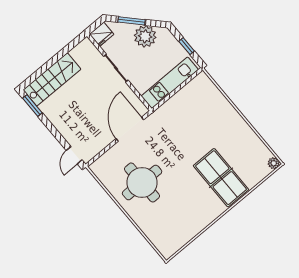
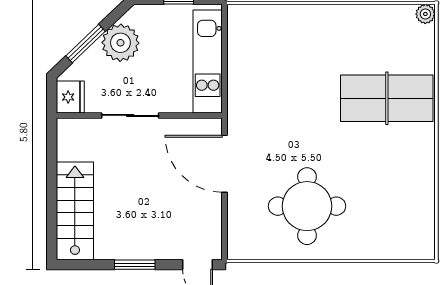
window: (32, 106) -> (135, 265), moved

